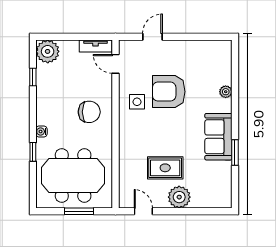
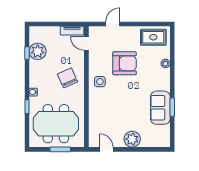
plant: (48, 51) -> (38, 51), moved
armchair: (169, 92) -> (125, 63), turned 180
side table: (137, 102) -> (100, 82), moved
chair: (89, 112) -> (68, 78), turned -114
sofa: (218, 137) -> (160, 108), moved
rug: (165, 168) -> (153, 37), moved

